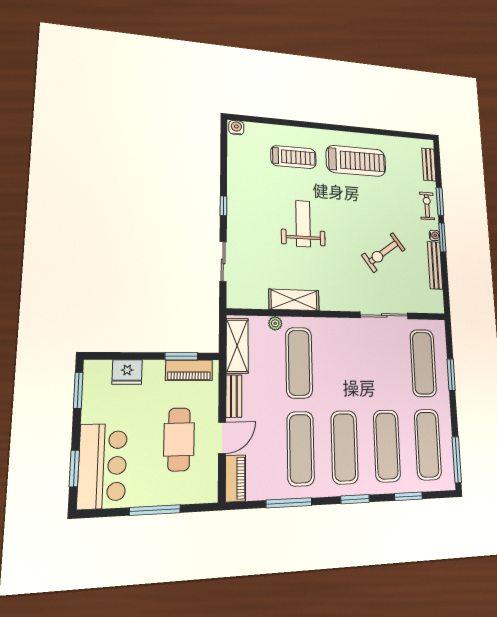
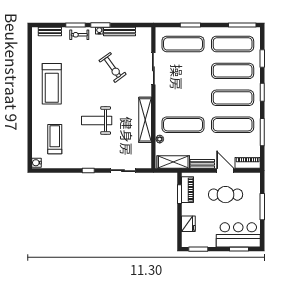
treadmill: (293, 157) -> (55, 139), moved
treadmill: (356, 161) -> (52, 84), turned 180
shelving: (294, 300) -> (145, 120), width x1.47

